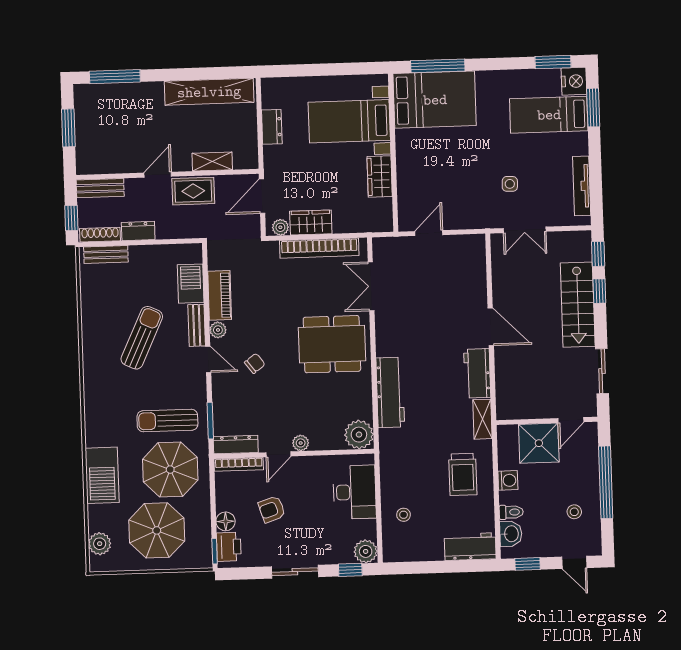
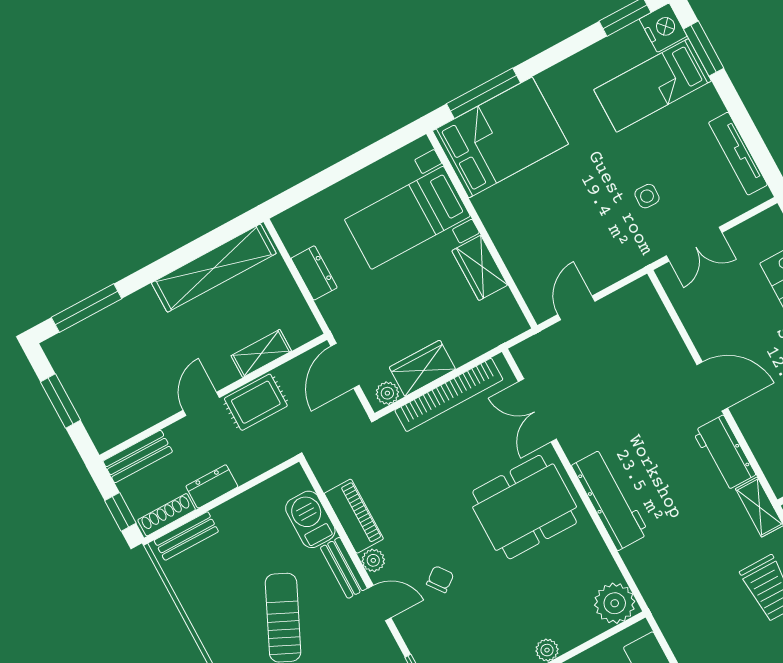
workbench: (390, 392) -> (610, 500), moved

